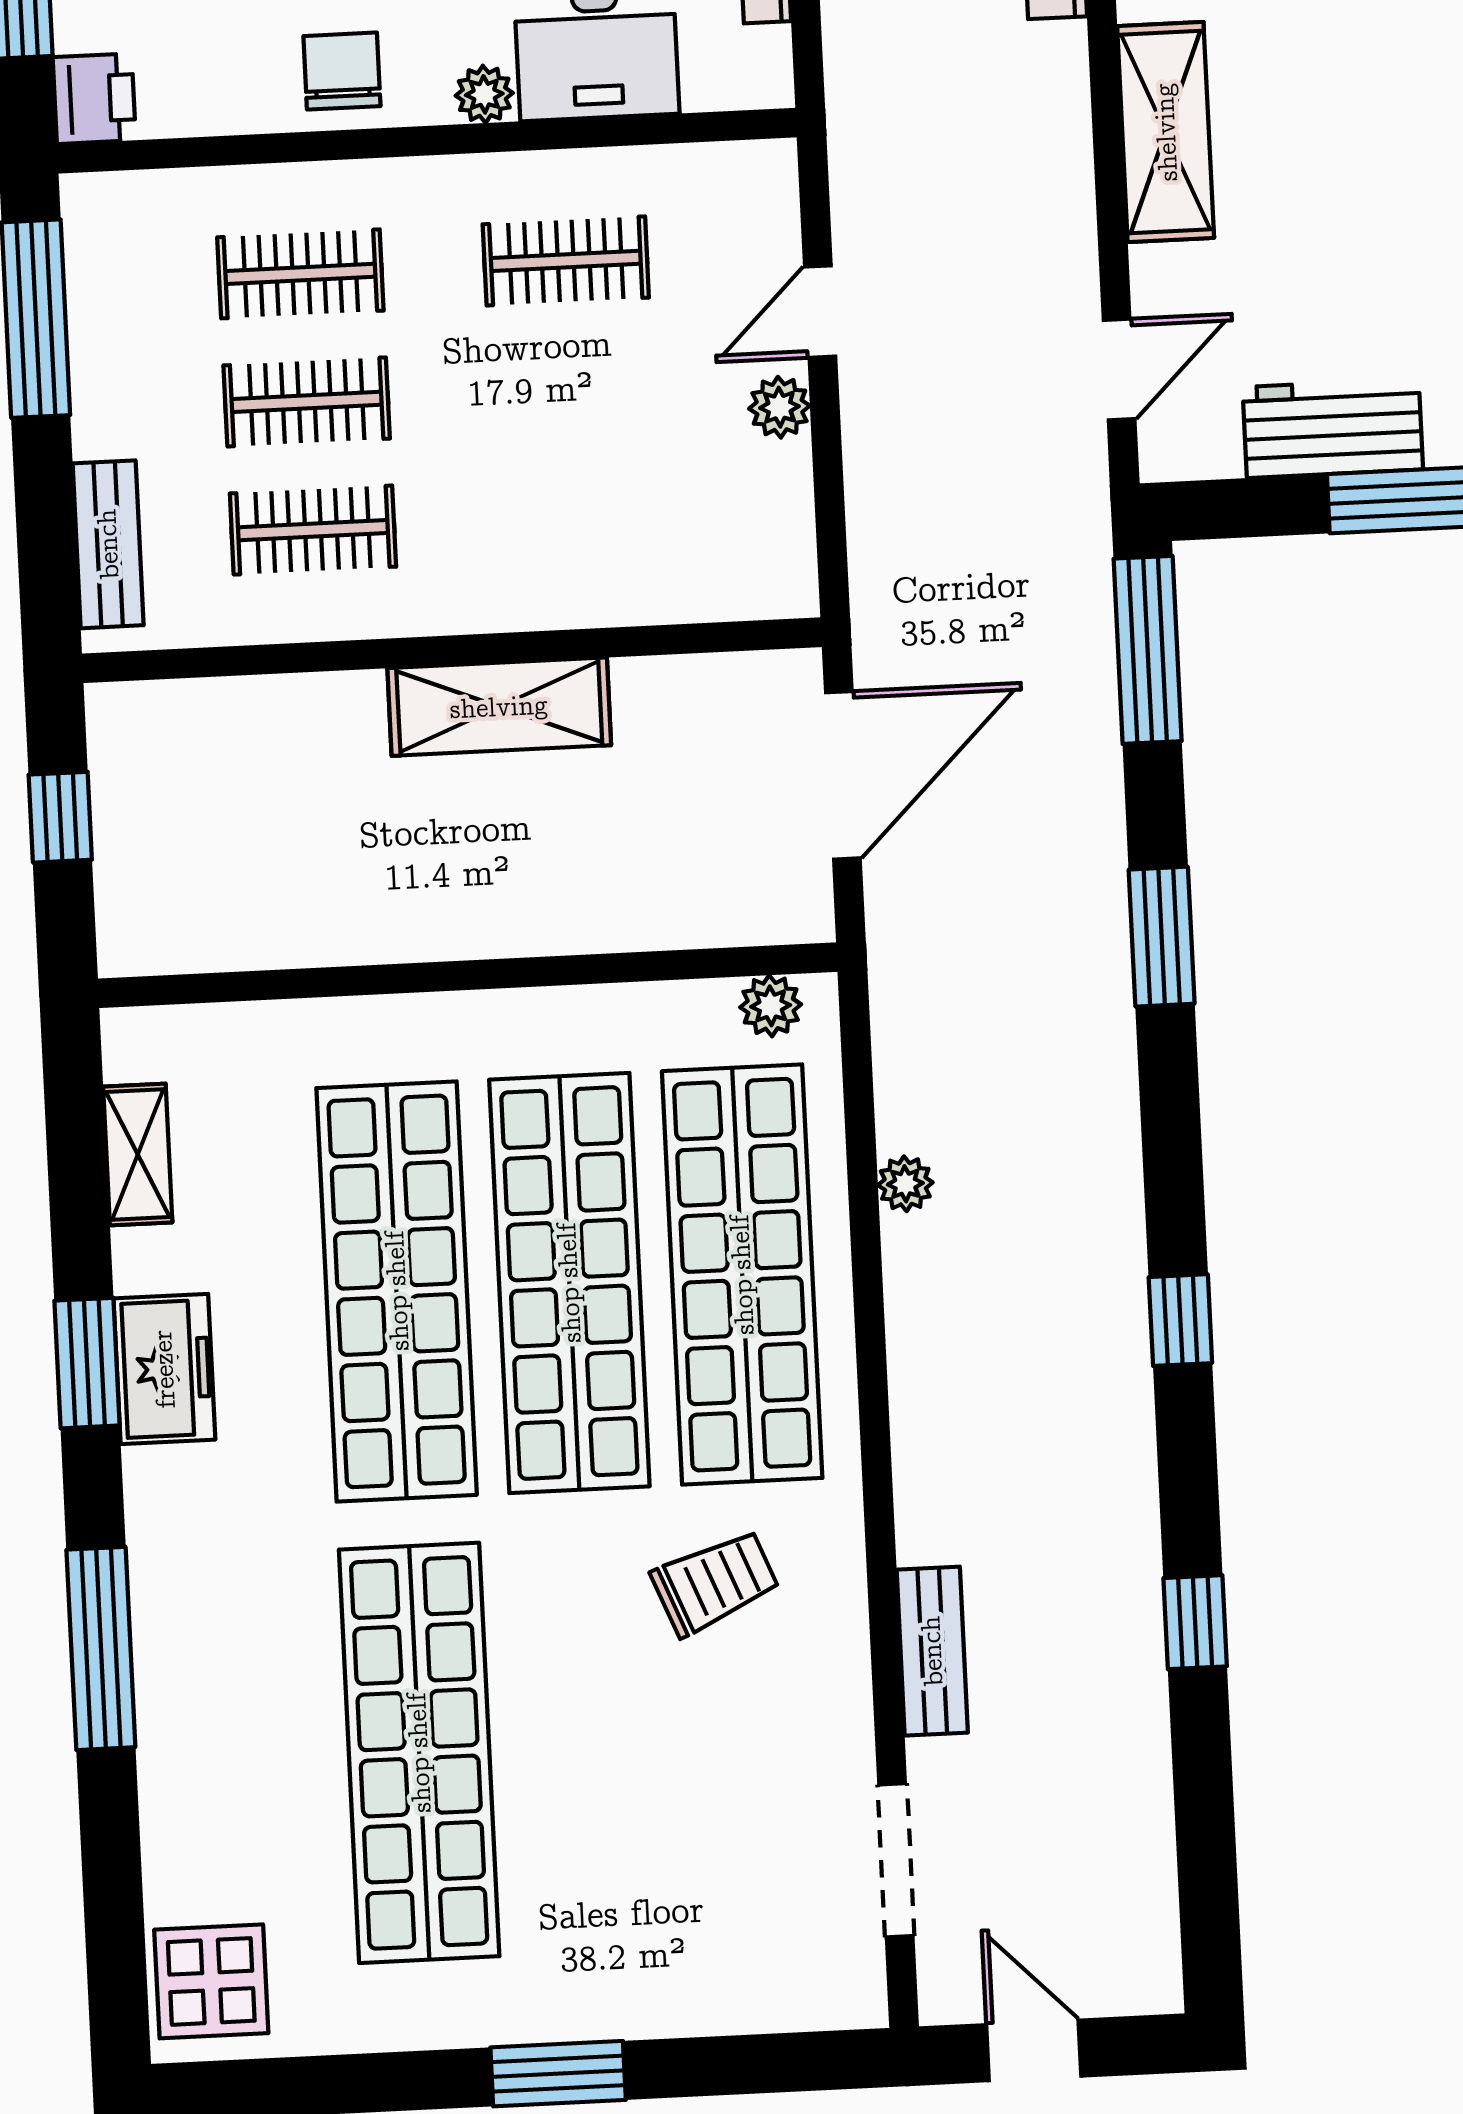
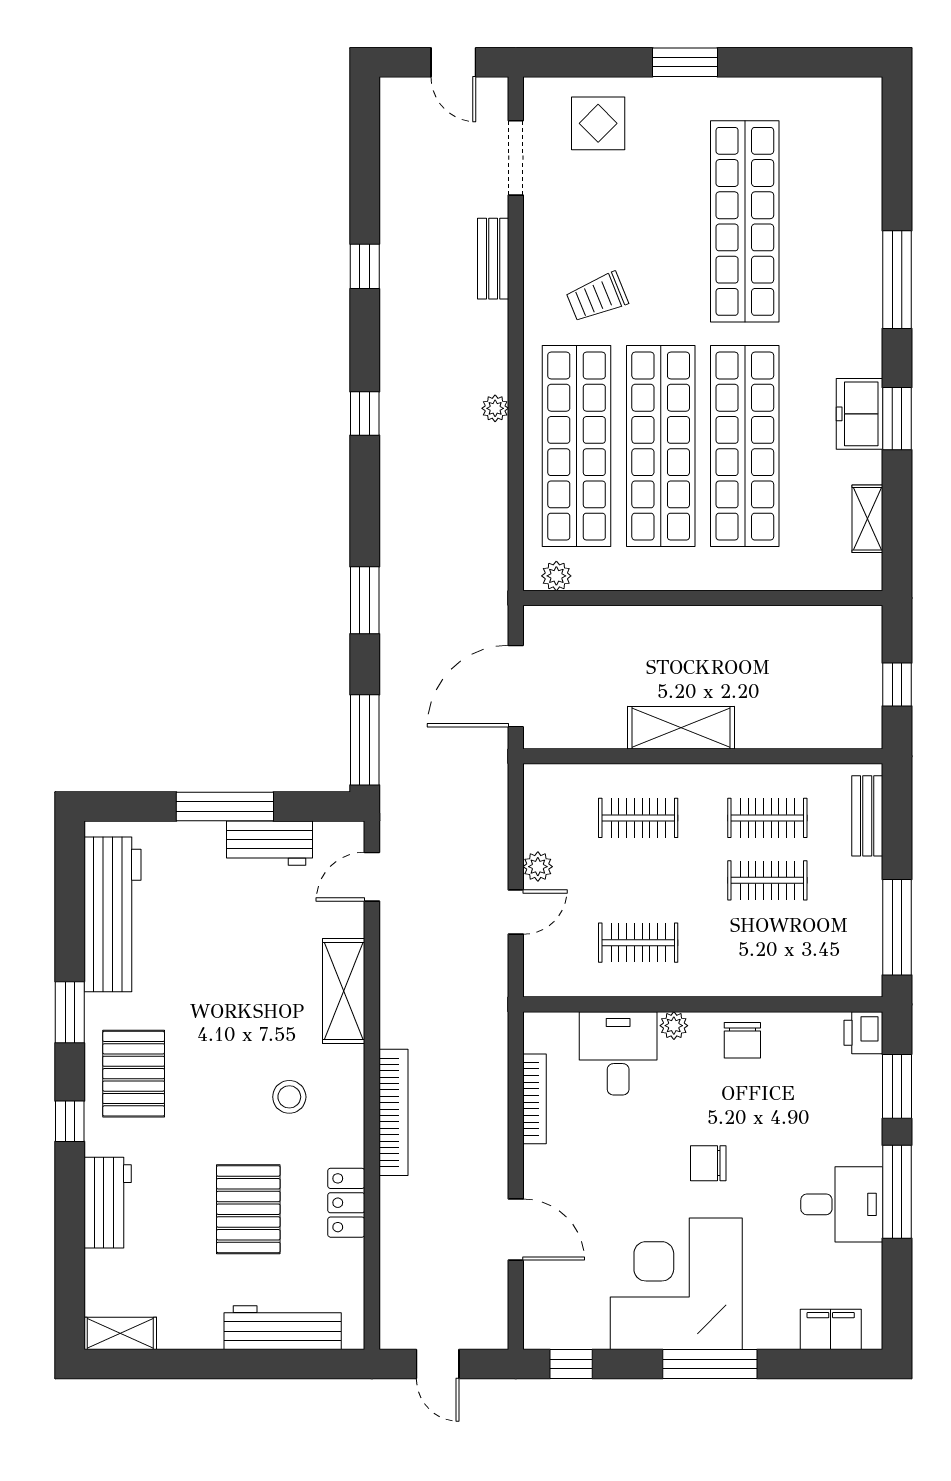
clothes rail: (300, 274) -> (638, 818), moved
plant: (905, 1184) -> (495, 408), moved
display table: (211, 1981) -> (598, 123), moved

